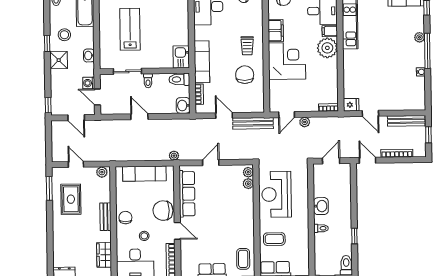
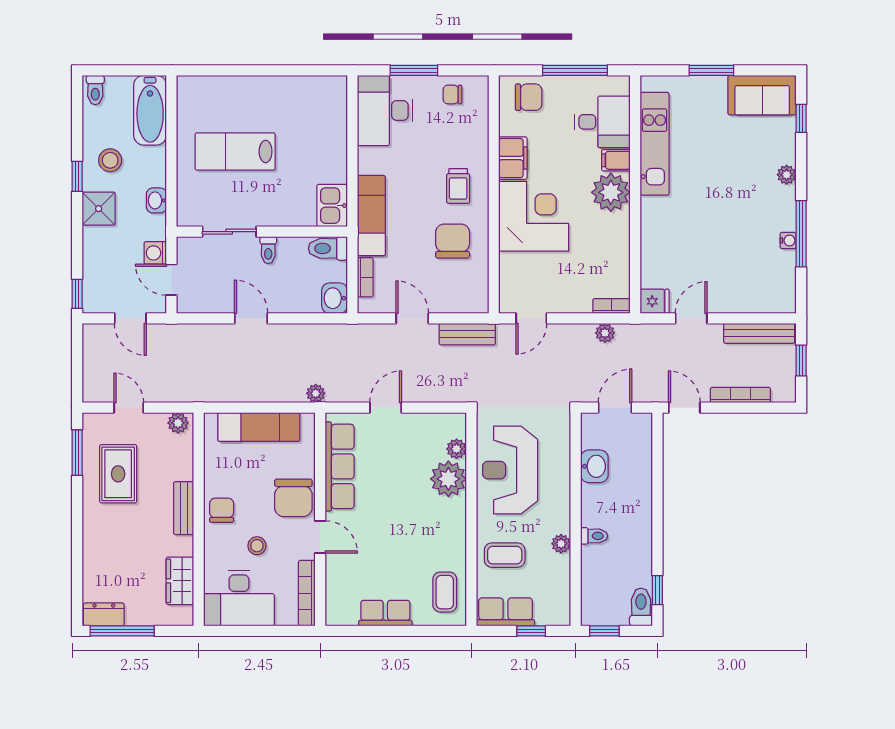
lab bench: (130, 29) -> (235, 151), turned -90
window: (427, 51) -> (801, 234), moved
door: (370, 113) -> (691, 318), swing flipped
plant: (305, 122) -> (605, 333), moved
bench: (253, 123) -> (467, 334), width x0.73
plant: (248, 172) -> (448, 479), moved, width x1.88, depth x1.88
washbasin: (321, 206) -> (594, 466), moved
chair: (163, 211) -> (293, 498), turned -90
plant: (304, 233) -> (561, 544), added
window: (354, 236) -> (657, 590), moved

